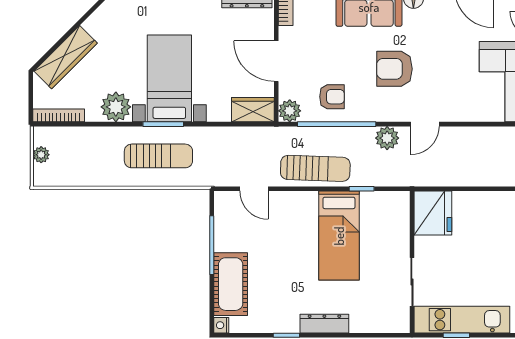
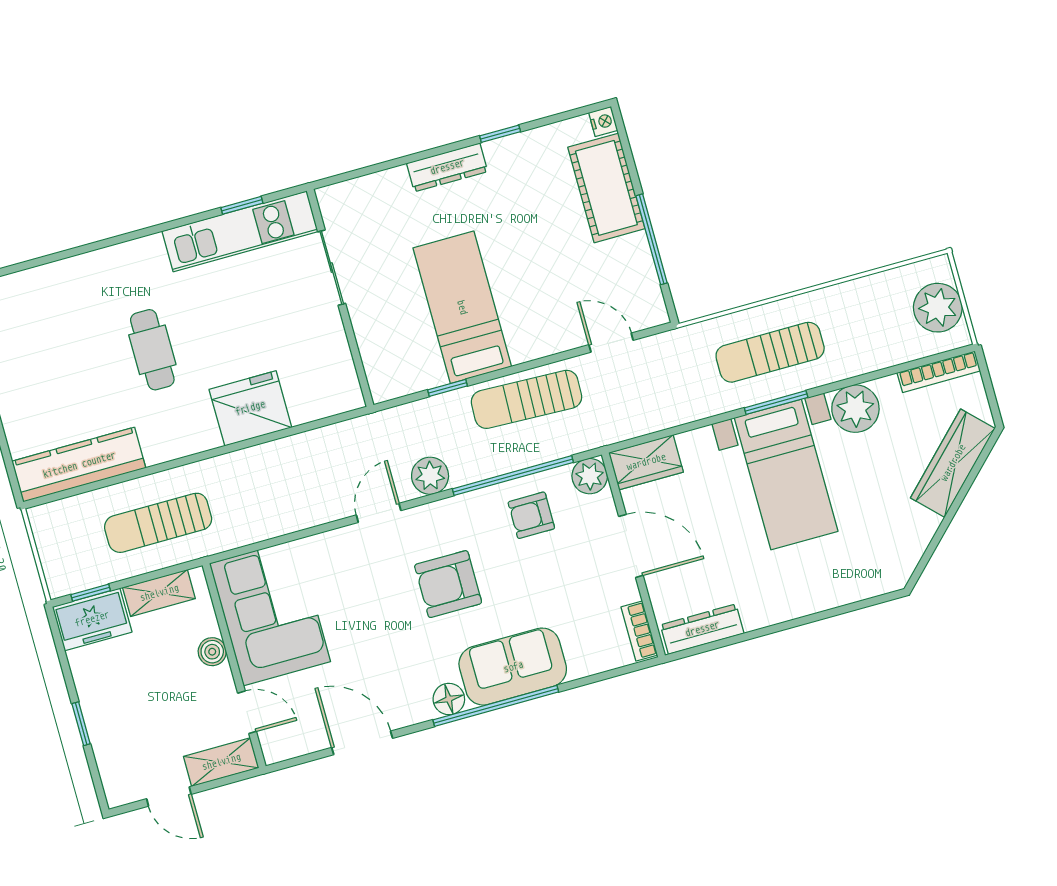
armchair: (394, 69) -> (448, 584), turned 180
plant: (41, 155) -> (938, 308), width x1.88, depth x1.88
fridge: (433, 213) -> (250, 408), moved, turned 90

